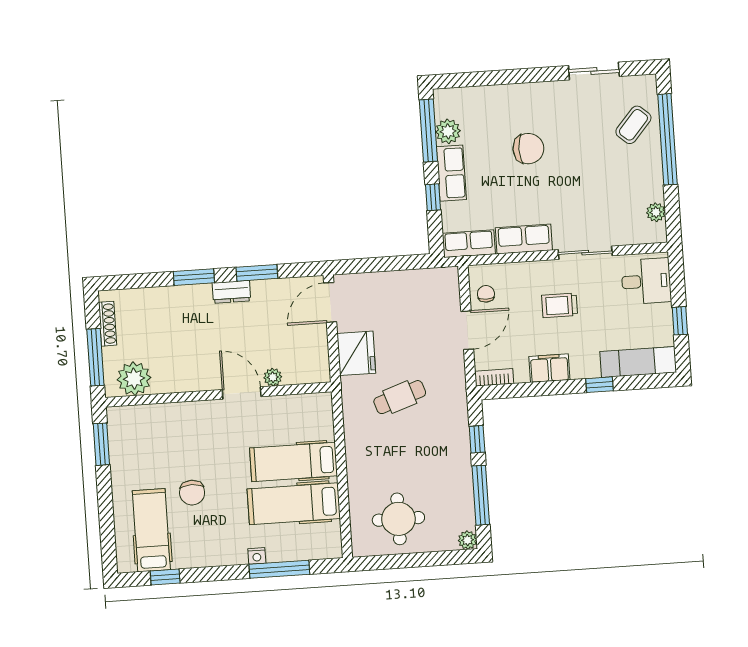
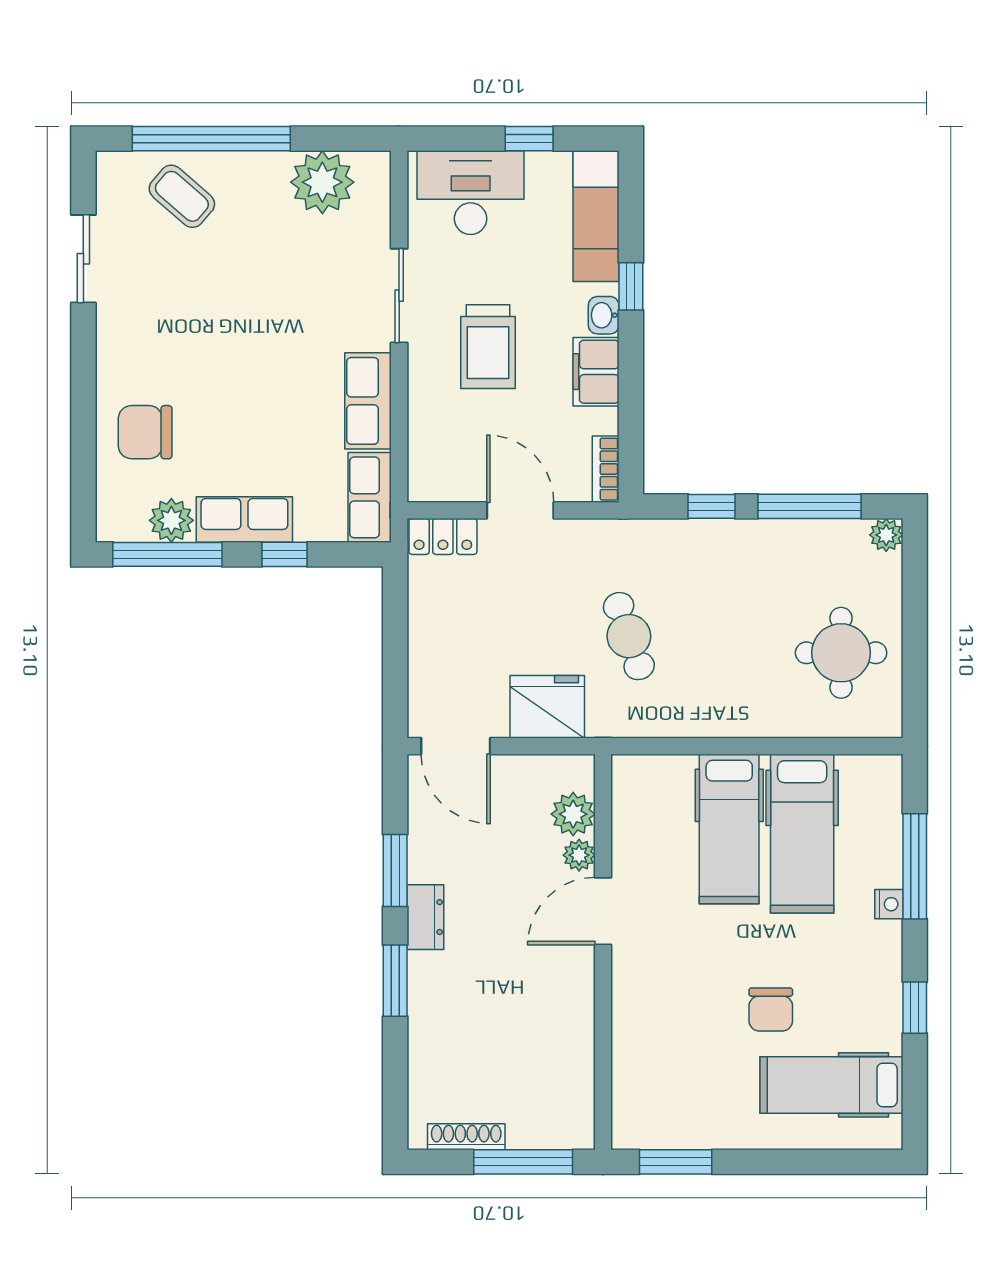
chair: (528, 149) -> (145, 432), moved, turned -90
plant: (656, 212) -> (322, 182), width x1.87, depth x1.87
desk: (646, 281) -> (471, 193), width x1.37
locker: (449, 287) -> (443, 536), added
chair: (486, 294) -> (459, 474), removed
trolley: (559, 305) -> (488, 347), width x1.36, depth x1.39
washbasin: (582, 370) -> (604, 315), added
plant: (134, 379) -> (573, 814), moved, width x0.73, depth x0.73
chair: (192, 493) -> (771, 1010), turned 90
window: (165, 577) -> (915, 1008), moved

